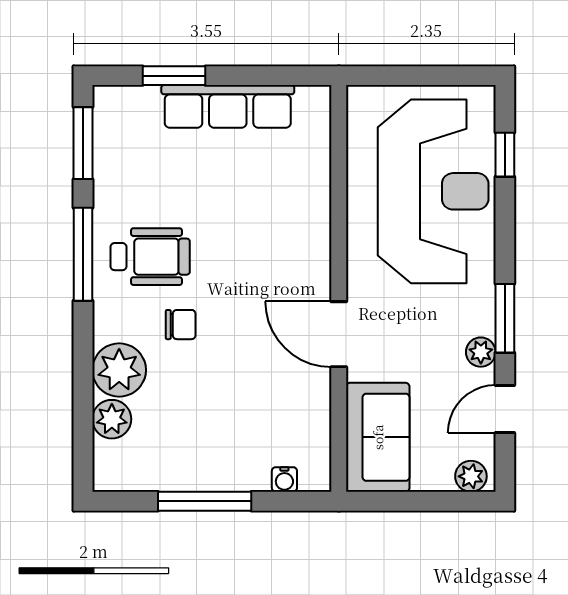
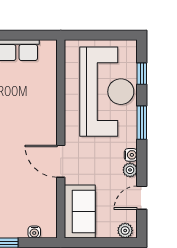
window: (505, 318) -> (142, 123), moved
water cooler: (482, 321) -> (131, 155), added

